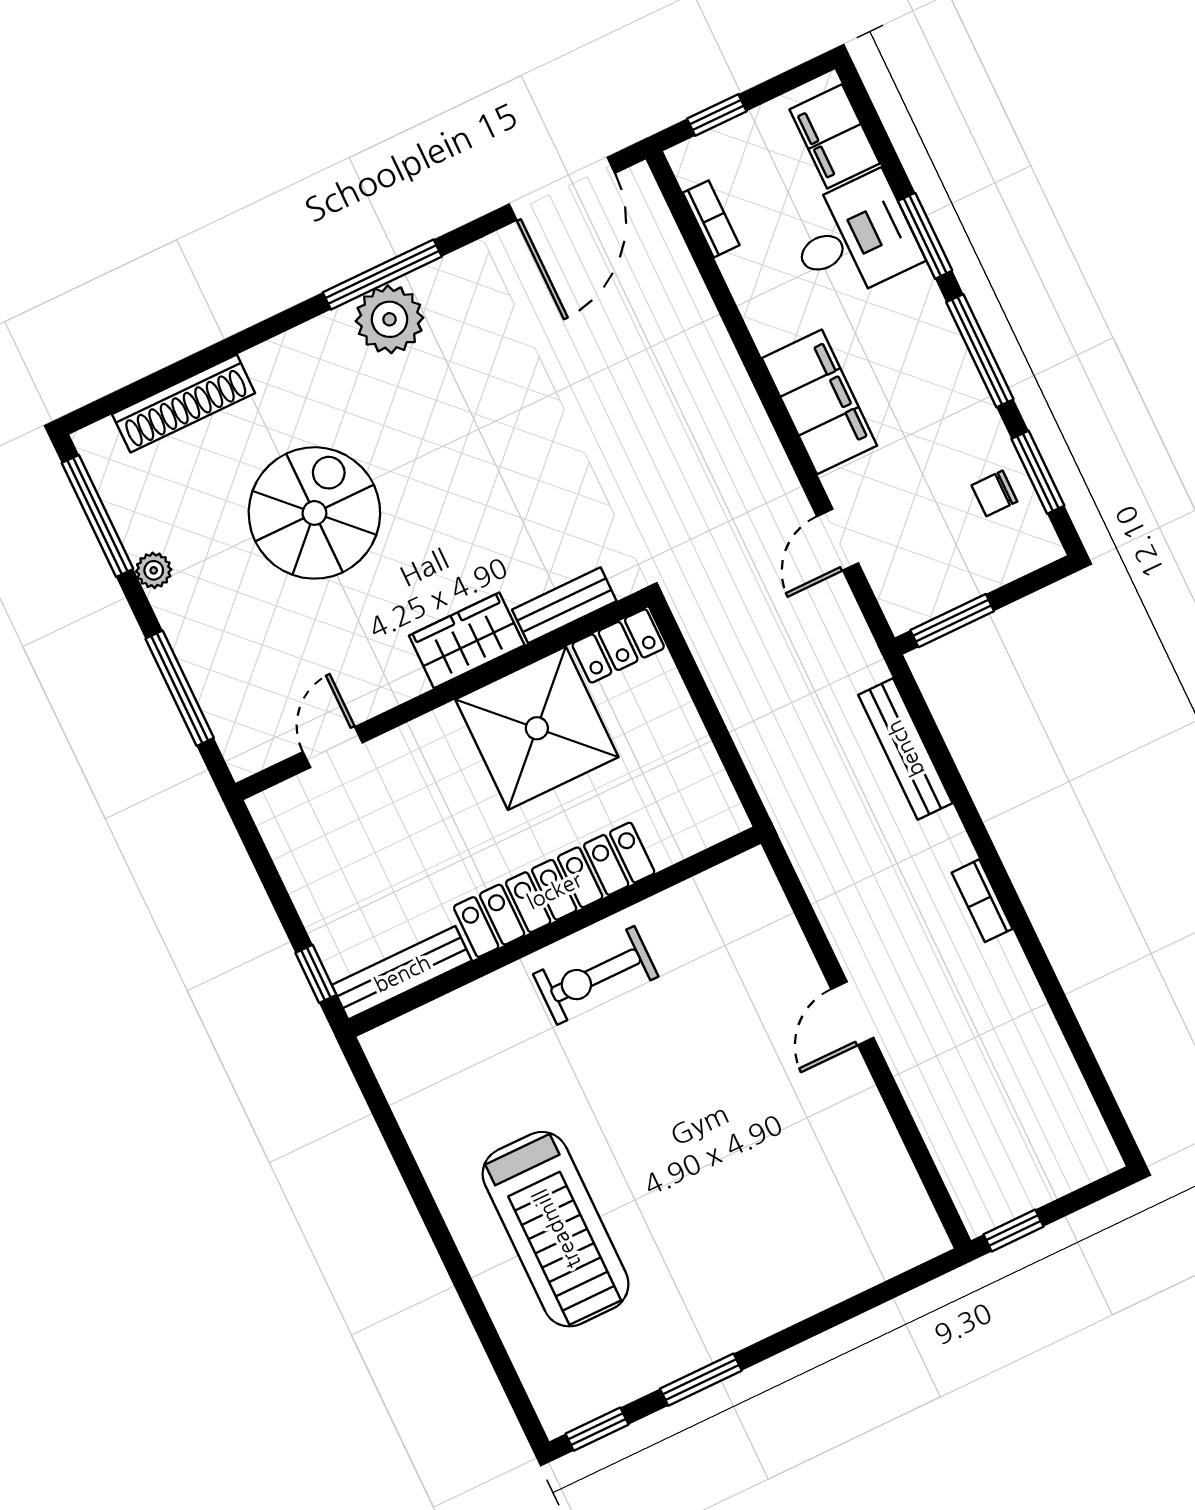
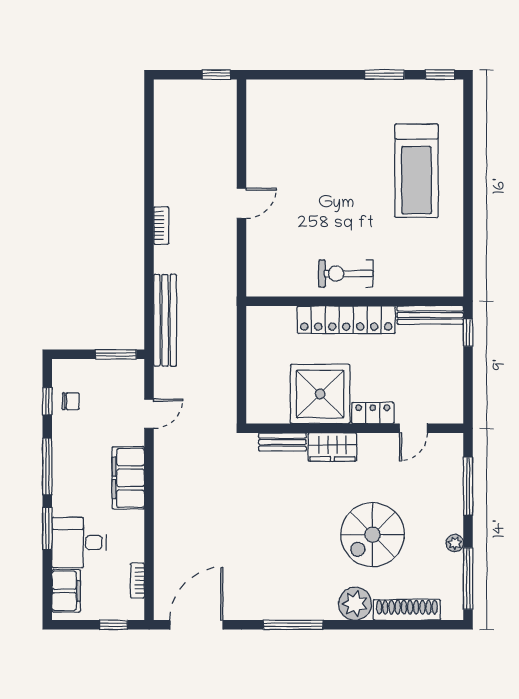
plant: (390, 319) -> (355, 604), moved
window: (1038, 472) -> (47, 401), width x0.67
locker: (618, 646) -> (373, 413), moved
bench: (905, 749) -> (165, 320), width x1.37, depth x1.21
exercise bike: (596, 975) -> (346, 274), turned 180
treadmill: (556, 1229) -> (416, 171), turned 180

